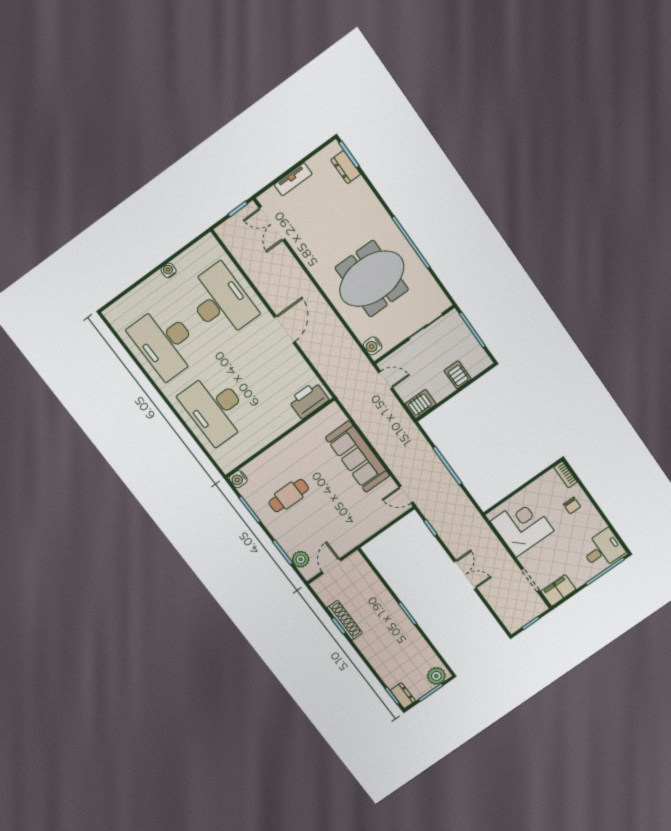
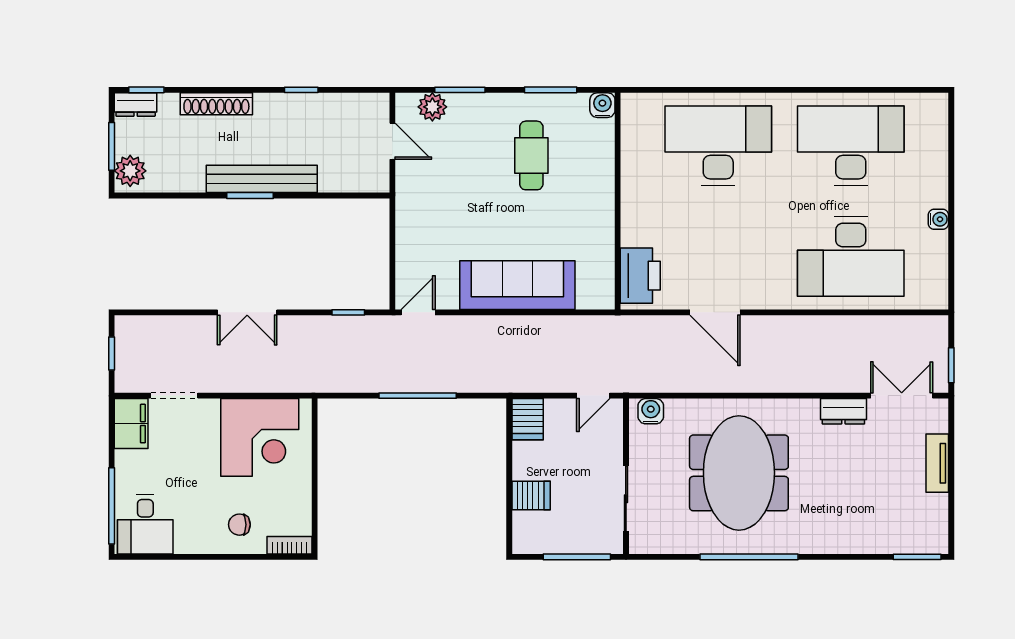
dresser: (346, 167) -> (843, 411), moved, turned 180
door: (285, 329) -> (715, 312), moved
bench: (395, 614) -> (262, 179), added
shoe rack: (345, 620) -> (216, 104), moved

